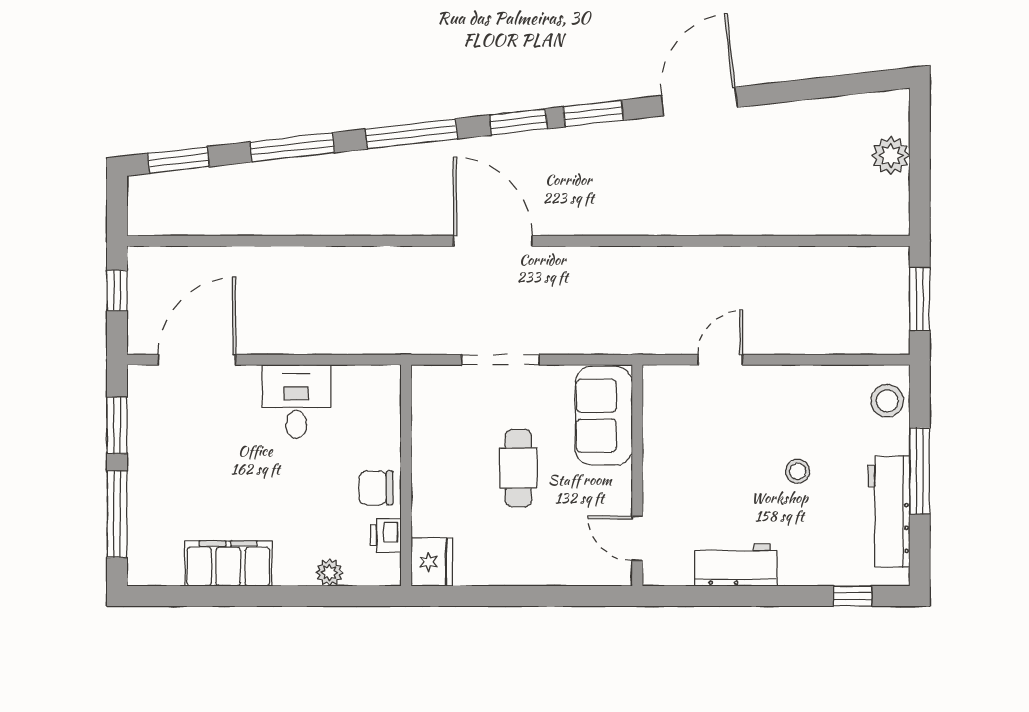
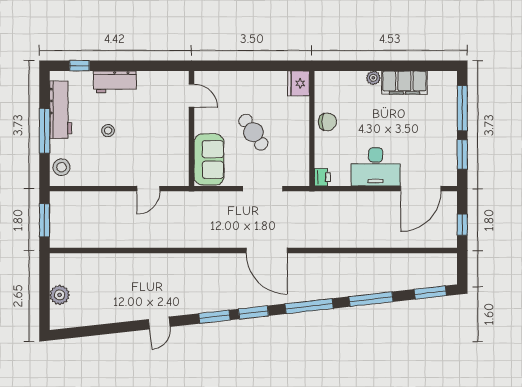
door: (699, 101) -> (159, 323), width x0.53
desk: (296, 402) -> (376, 167), width x1.37
cafe table: (518, 468) -> (253, 132), turned -34
printer: (386, 535) -> (322, 177), moved
workbench: (736, 565) -> (115, 82), moved
plant: (329, 573) -> (373, 78), moved

